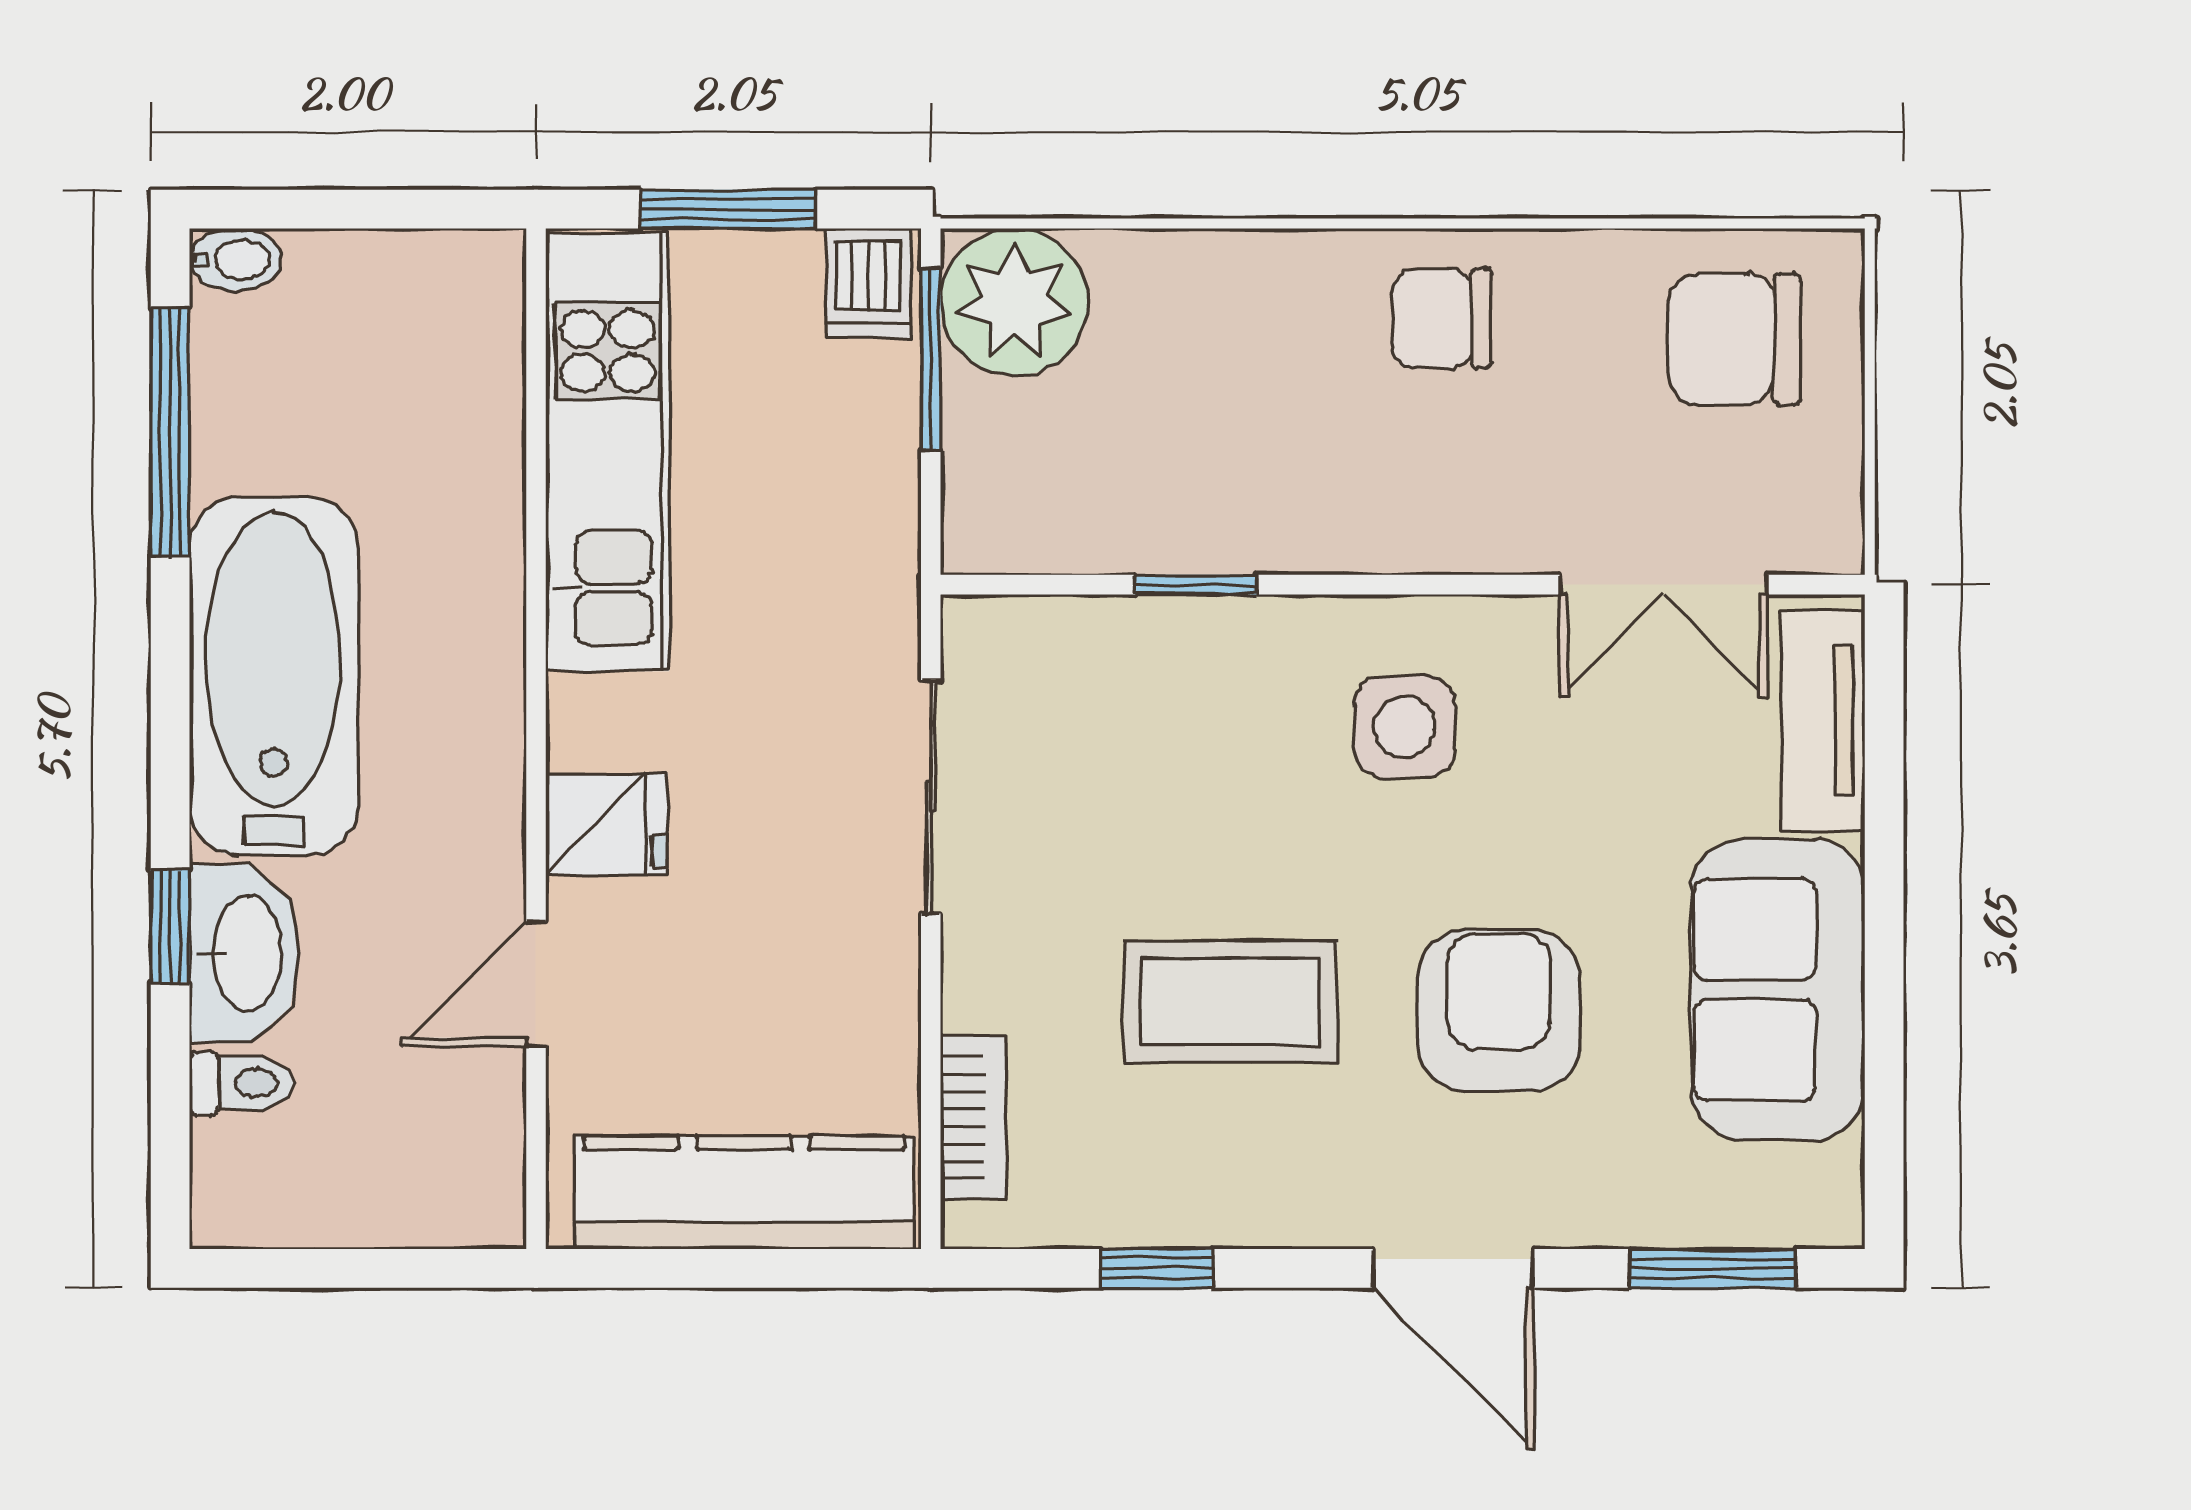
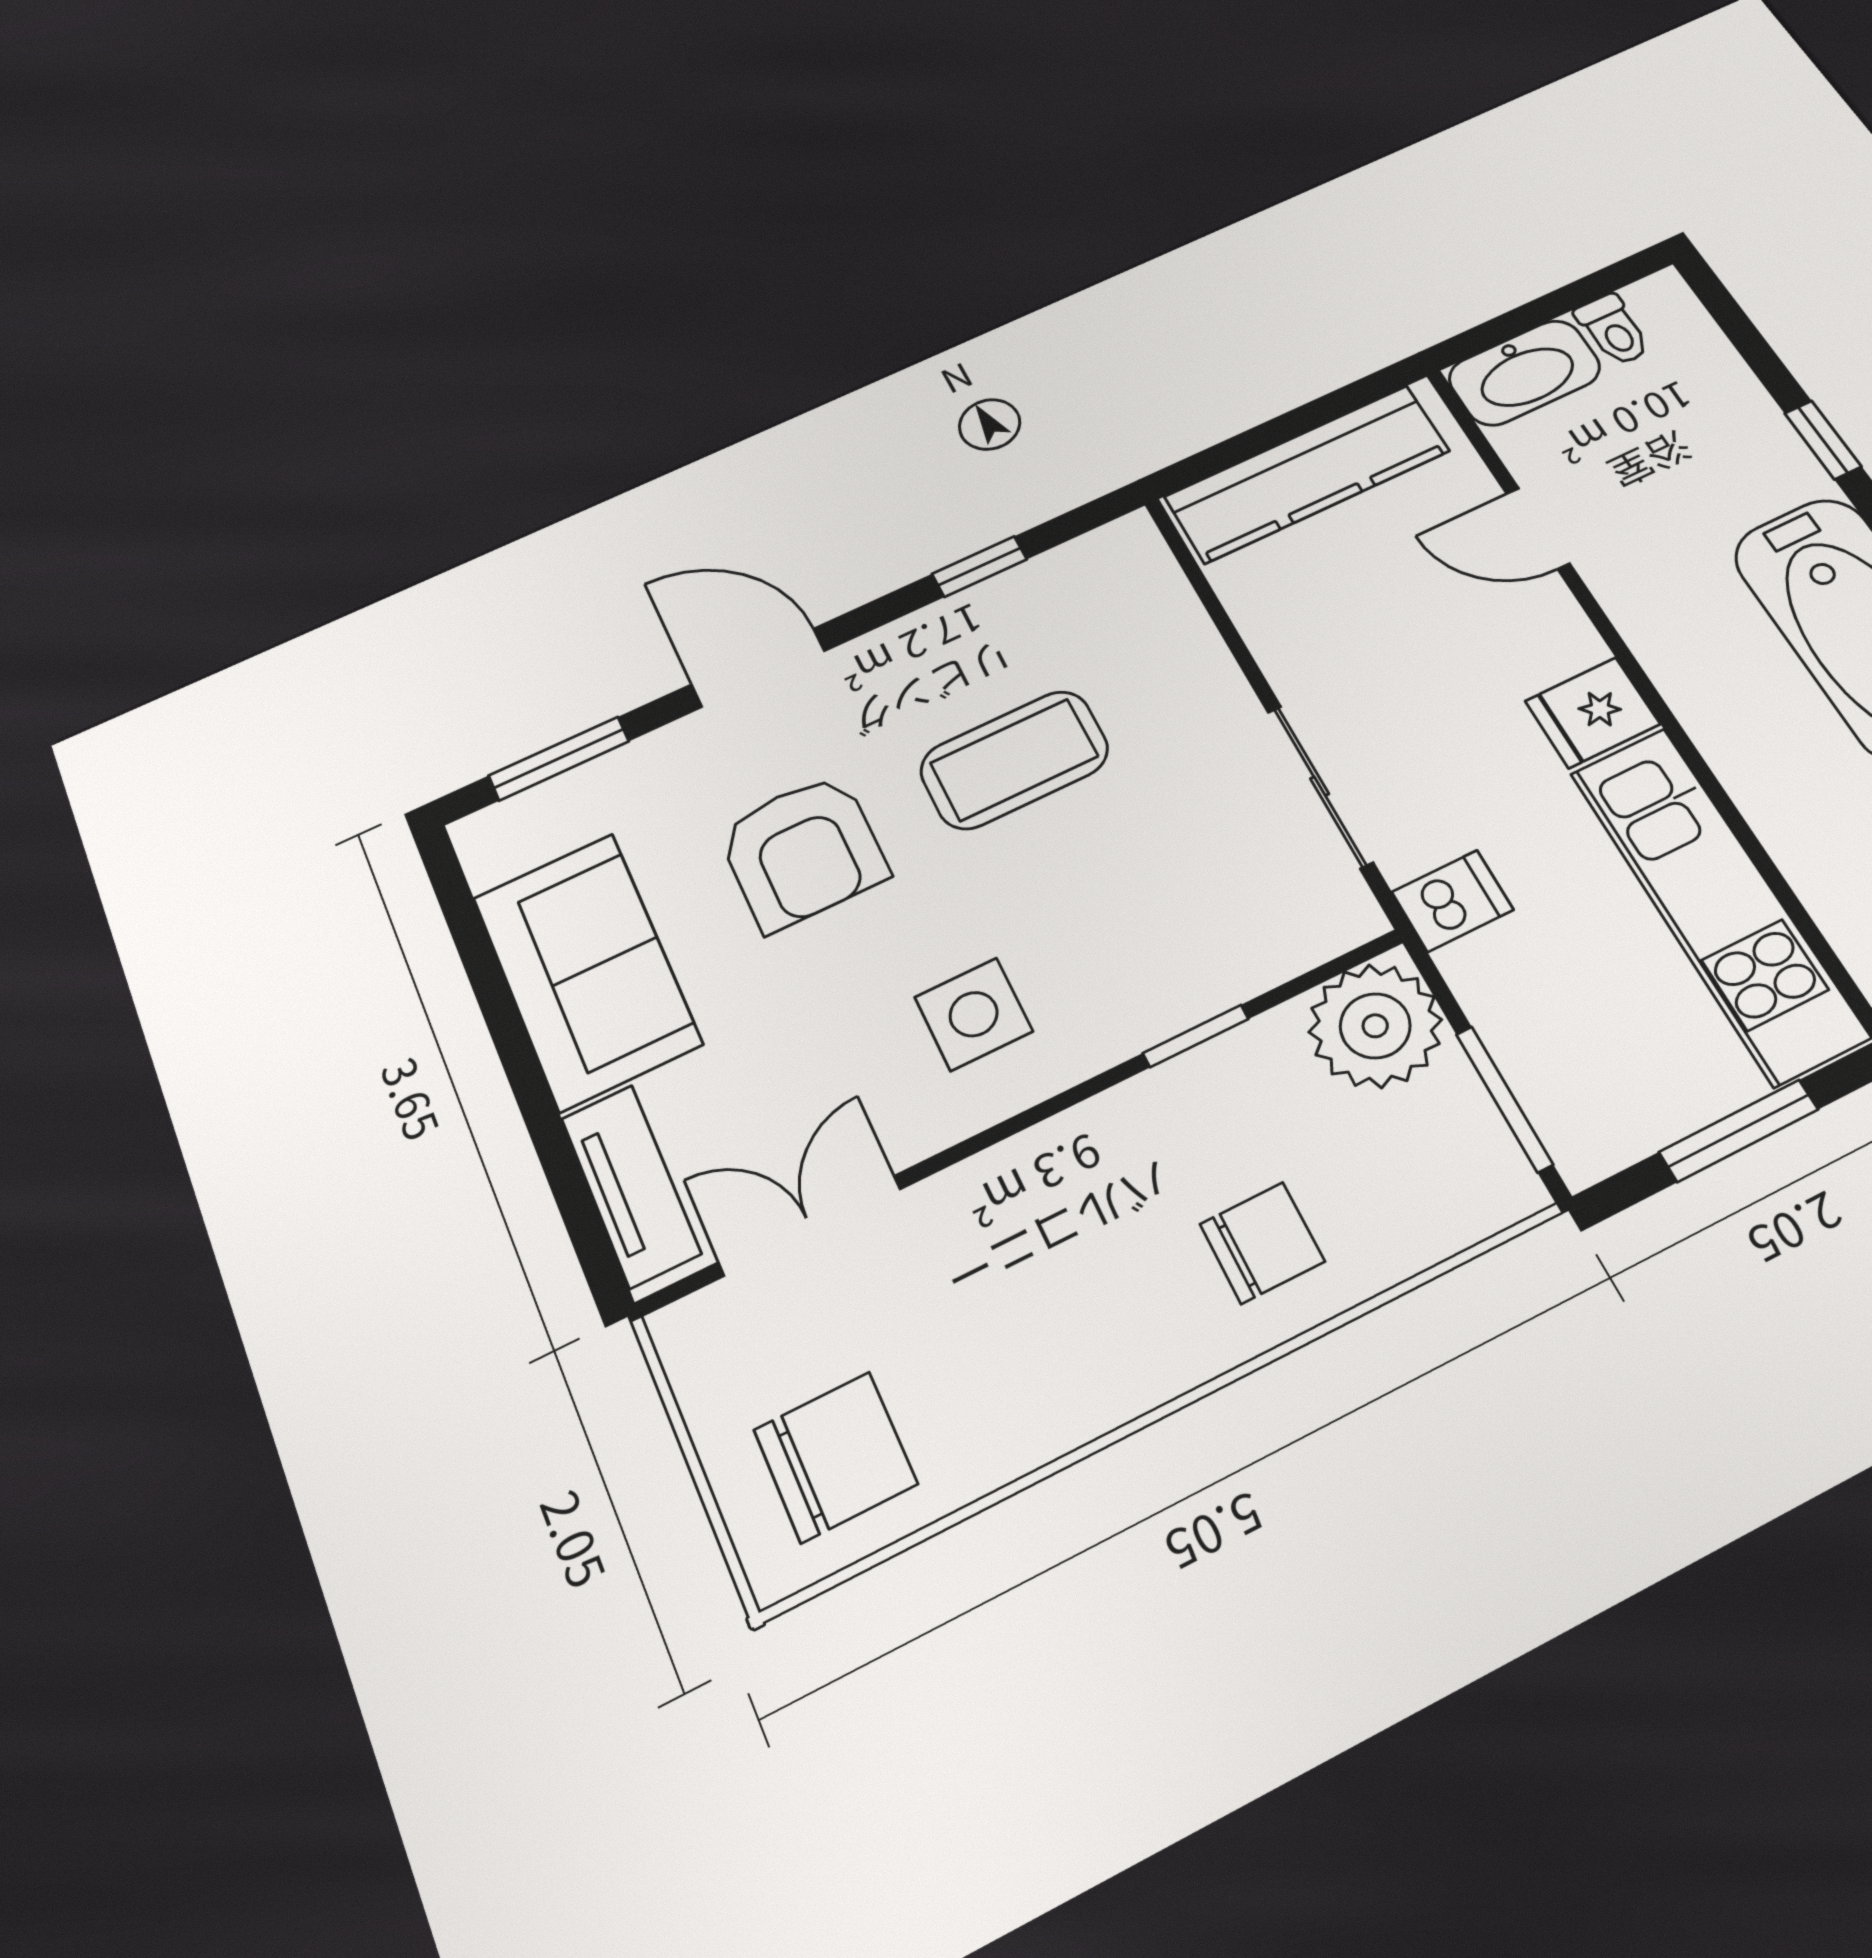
dishwasher: (869, 283) -> (1452, 901), moved, turned 90
plant: (1014, 302) -> (1375, 1026), moved
chair: (1442, 318) -> (1262, 1243), moved
fridge: (607, 824) -> (1592, 713), moved
washbasin: (244, 953) -> (1524, 373), moved, turned -90
door: (536, 984) -> (1538, 528), swing flipped
toilet: (242, 1083) -> (1613, 330), moved, turned -90
bookcase: (973, 1118) -> (1167, 596), removed

